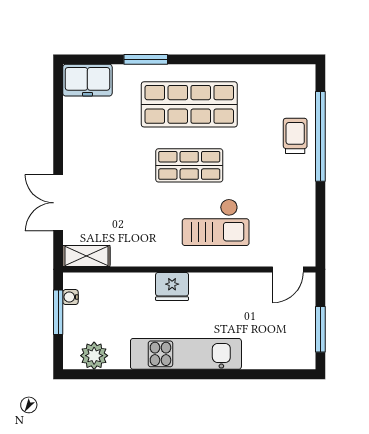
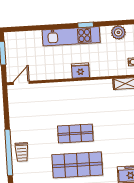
checkout: (216, 222) -> (60, 105), removed
window: (156, 374) -> (86, 25), added

